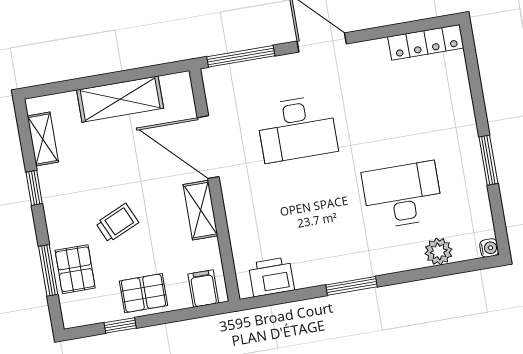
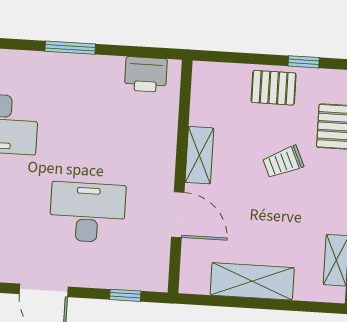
window: (241, 56) -> (125, 295), width x0.46
door: (208, 147) -> (178, 215), width x0.73
filing cabinet: (203, 289) -> (214, 79), removed

